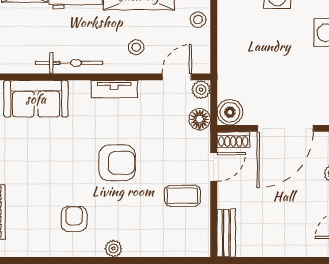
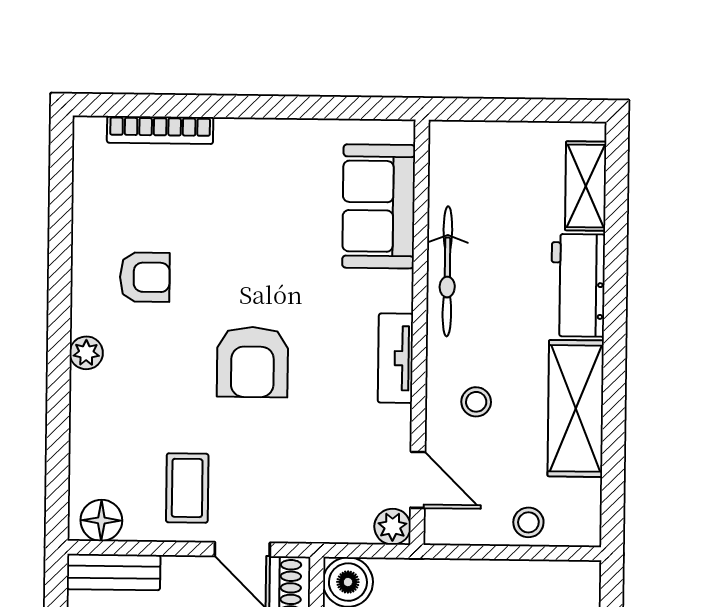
floor lamp: (200, 119) -> (101, 520), moved

